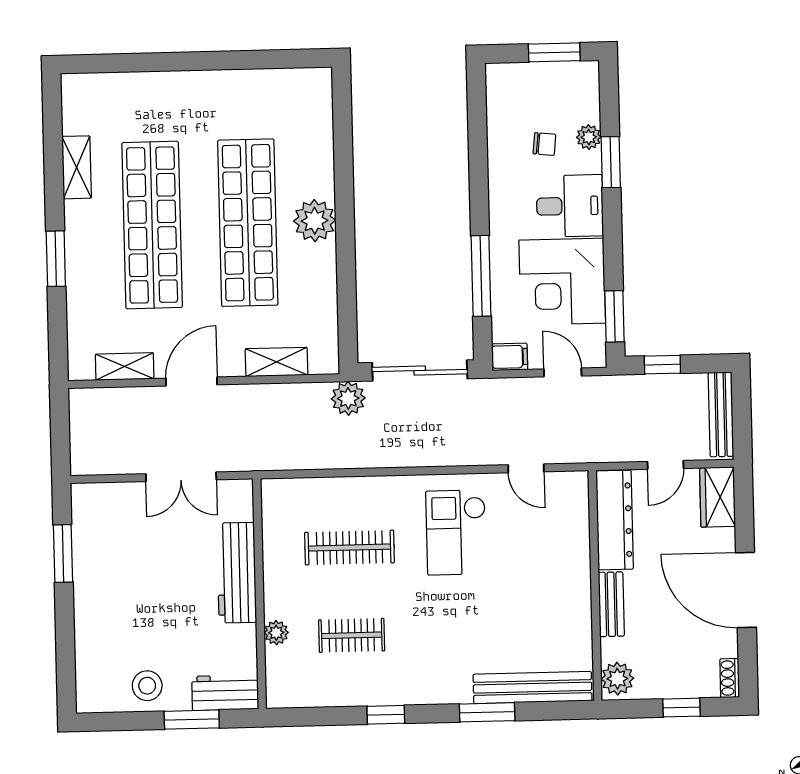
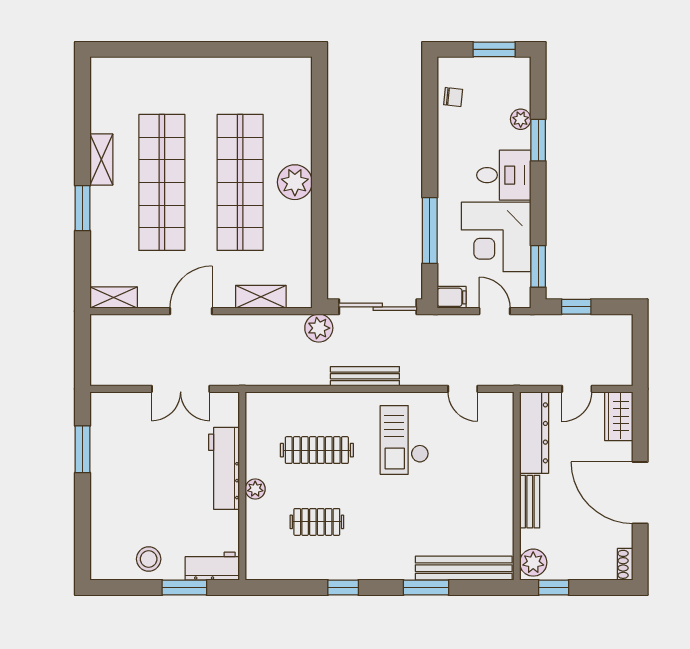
chair: (544, 144) -> (453, 97), moved
shelving: (77, 167) -> (101, 159), moved
shelving: (125, 366) -> (114, 298), moved
bench: (721, 414) -> (365, 376), moved, turned 90
plant: (276, 633) -> (255, 489), moved
window: (682, 708) -> (554, 588), moved

